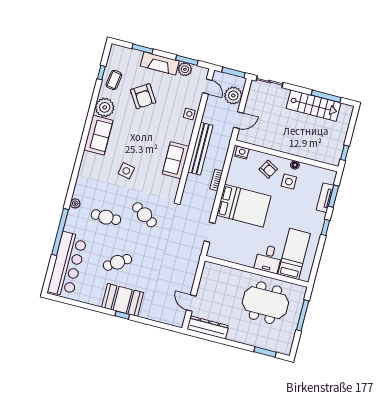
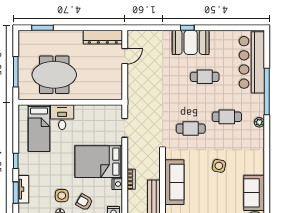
sofa: (176, 160) -> (174, 182), width x1.36
nightstand: (231, 179) -> (117, 184), added
cafe table: (145, 215) -> (191, 129), turned -32
cafe table: (117, 262) -> (205, 77), turned 33
door: (191, 303) -> (125, 56), hinge flipped

